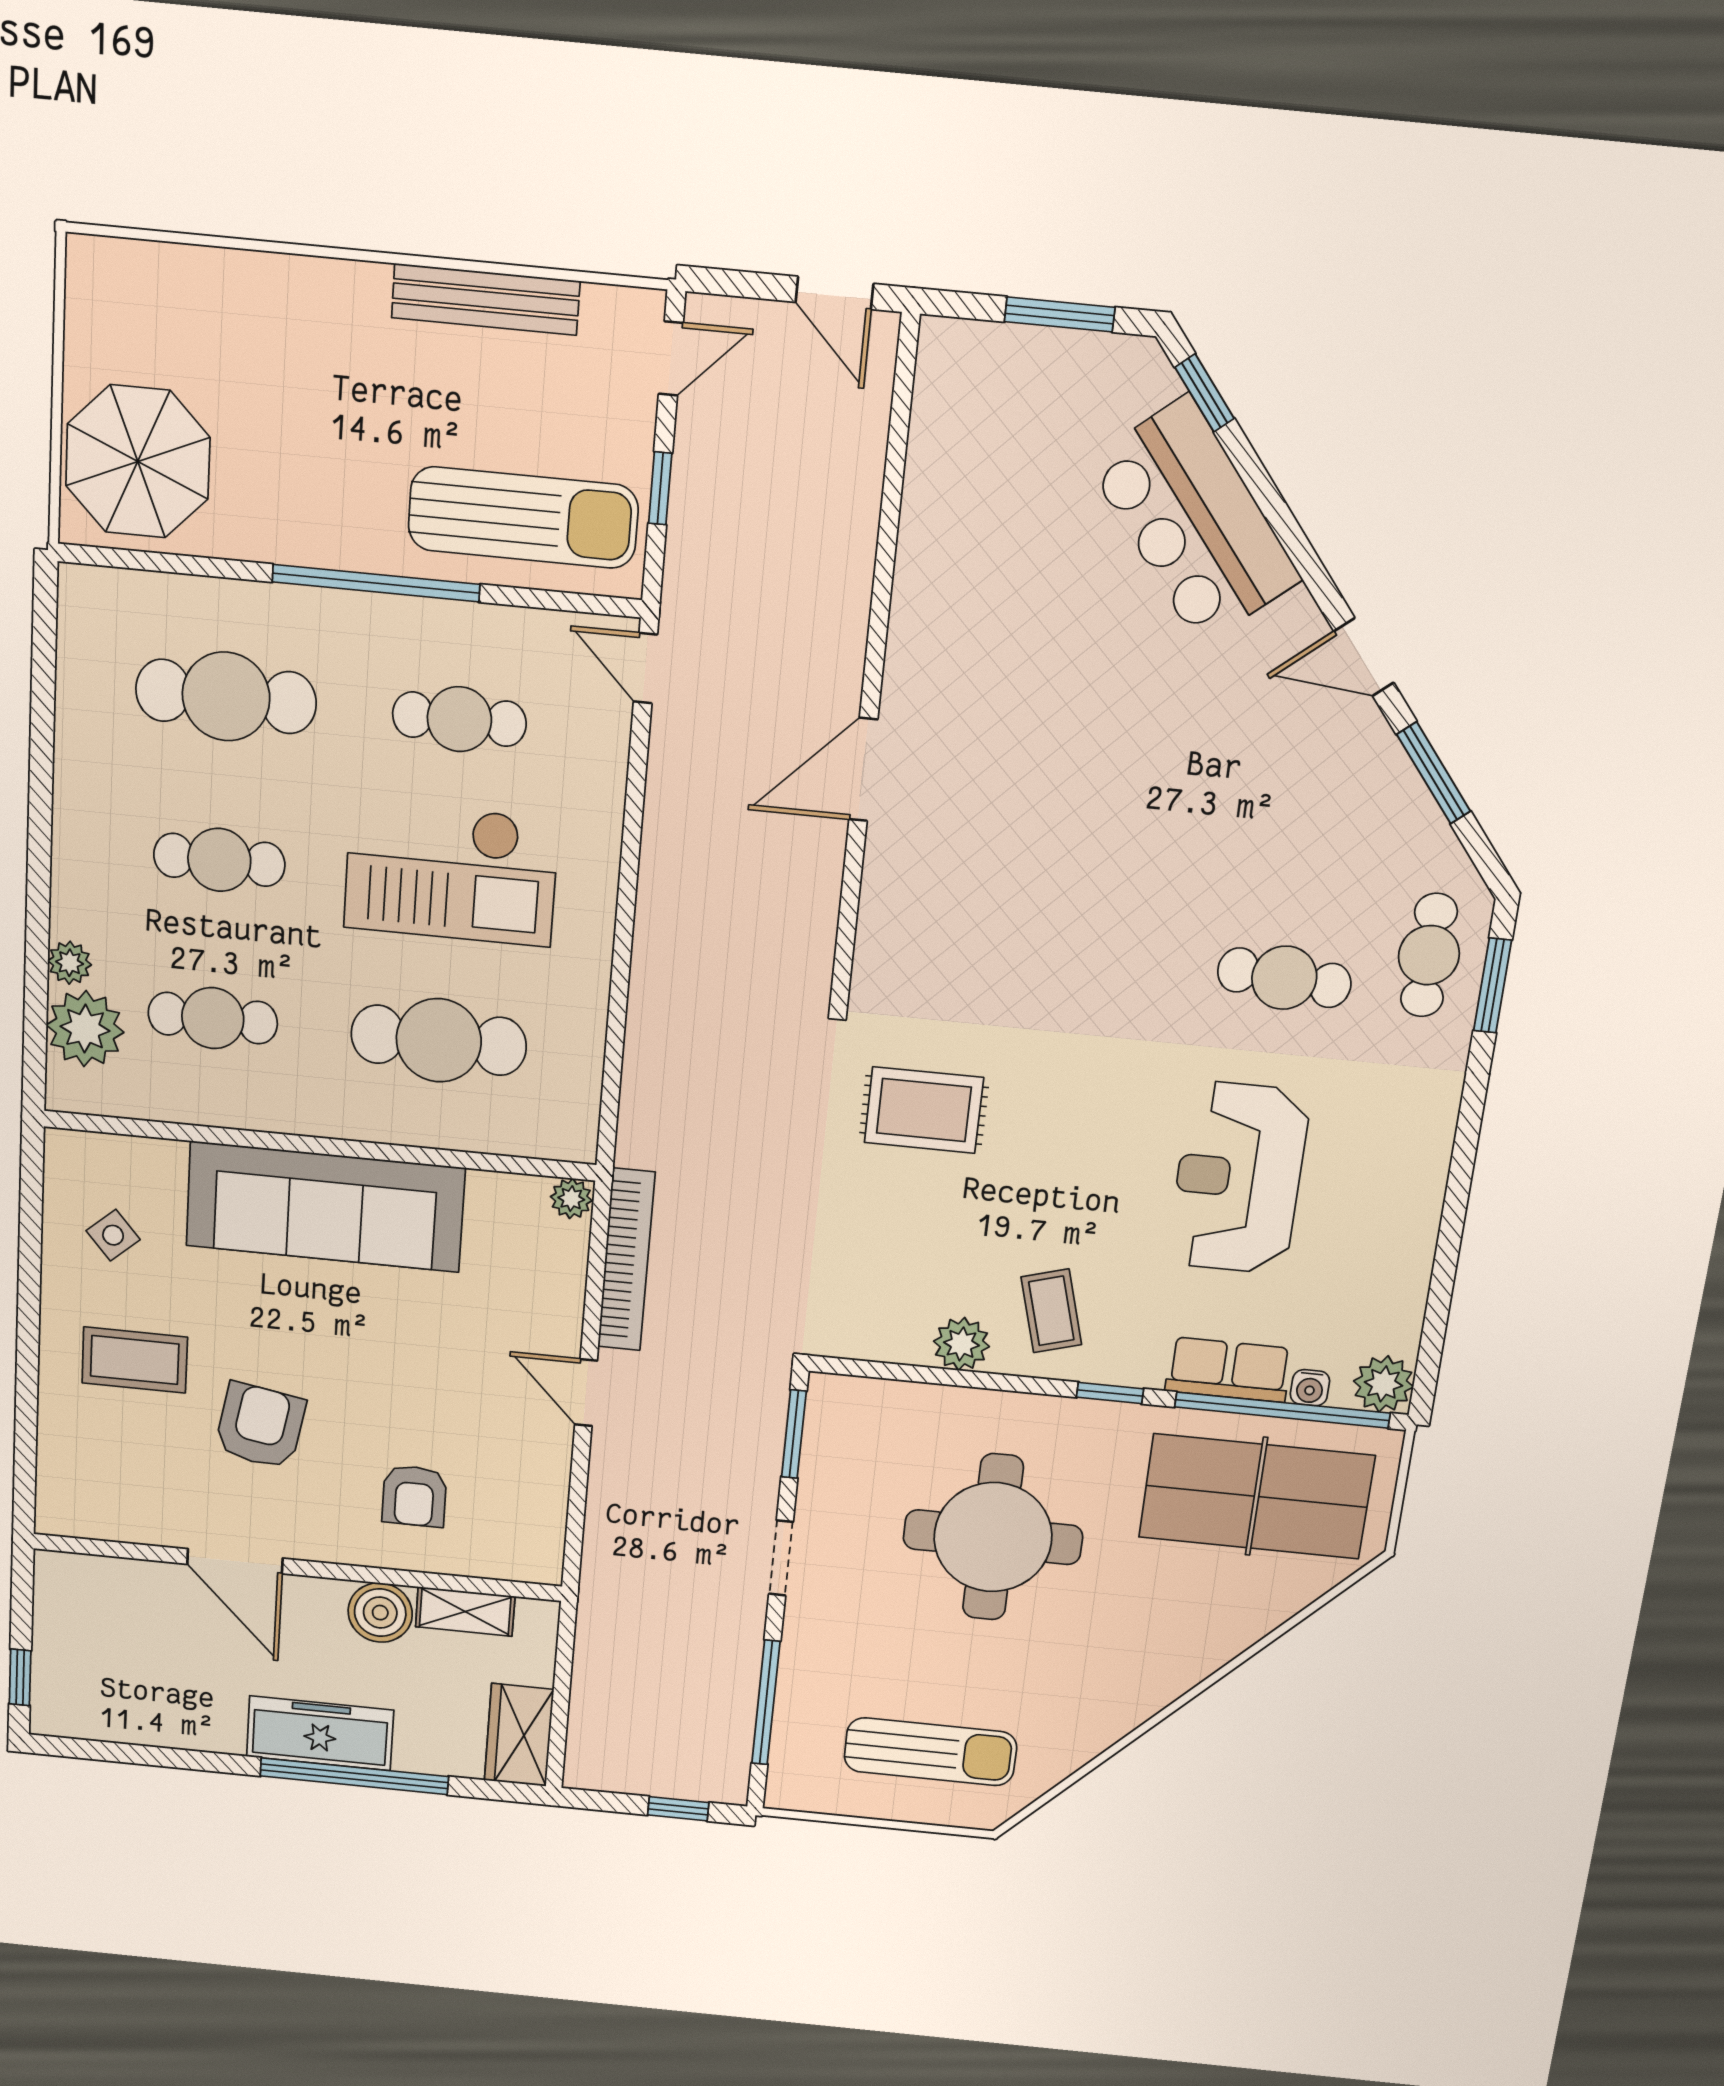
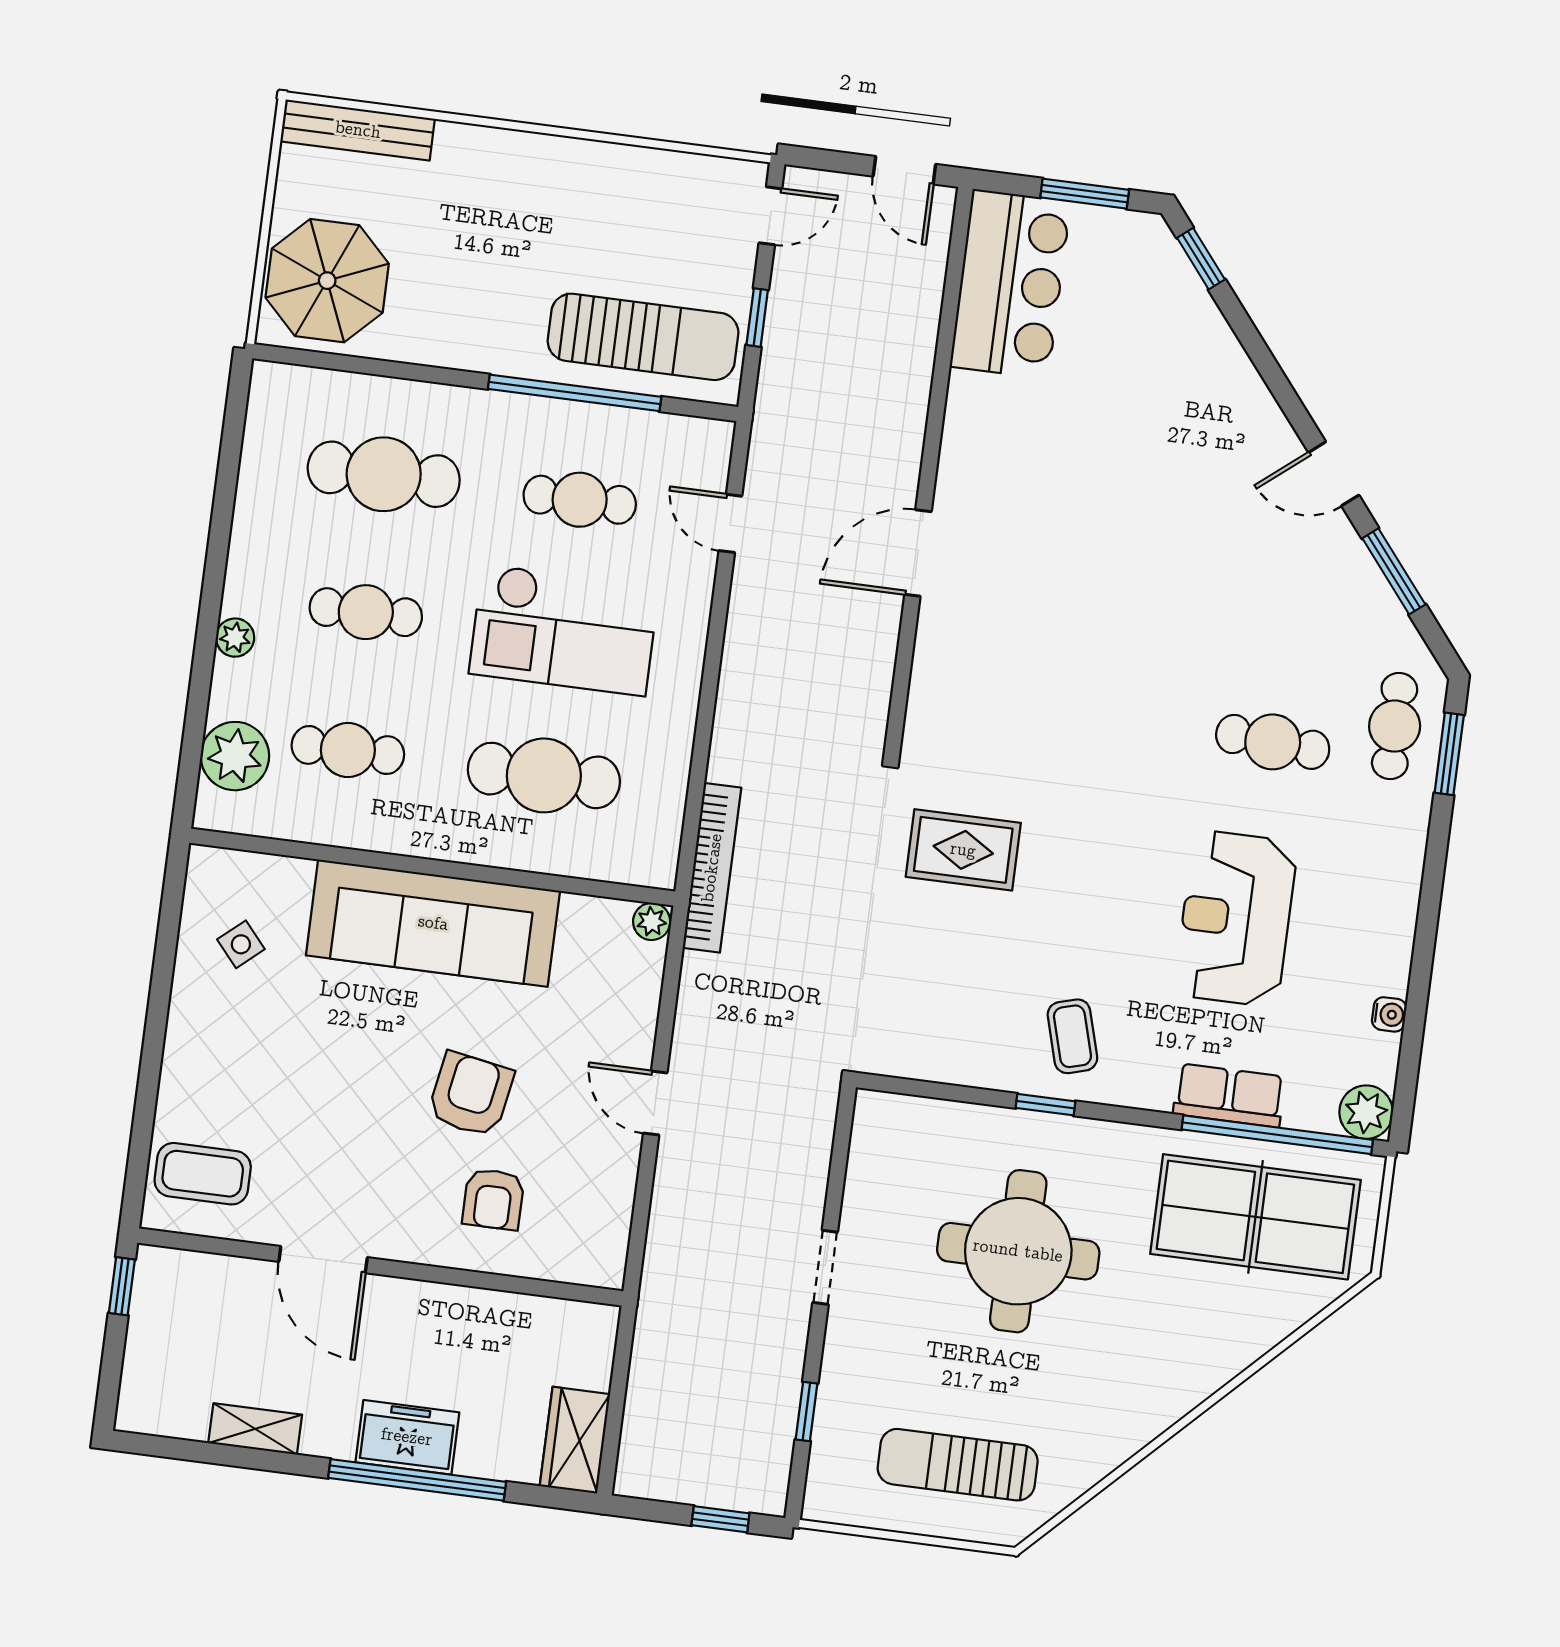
bench: (486, 299) -> (358, 130), moved
bar counter: (1194, 521) -> (1010, 284), moved, turned -141
window: (376, 583) -> (575, 393), moved
door: (645, 668) -> (730, 523), moved
plant: (70, 963) -> (235, 638), moved
bookcase: (626, 1260) -> (712, 868), moved
plant: (961, 1344) -> (993, 1065), removed
coffee table: (135, 1360) -> (203, 1174), moved
water cooler: (1310, 1388) -> (1389, 1014), moved, turned -90
window: (1110, 1393) -> (1045, 1105), moved
armchair: (260, 1426) -> (471, 1094), moved
window: (794, 1434) -> (841, 1147), removed
shelving: (465, 1612) -> (255, 1429), moved
boiler: (380, 1613) -> (454, 1314), removed
window: (20, 1677) -> (122, 1286), moved
window: (766, 1702) -> (806, 1412), width x0.46
freezer: (320, 1733) -> (407, 1437), width x0.71
sun lounger: (930, 1752) -> (958, 1465), turned 180

